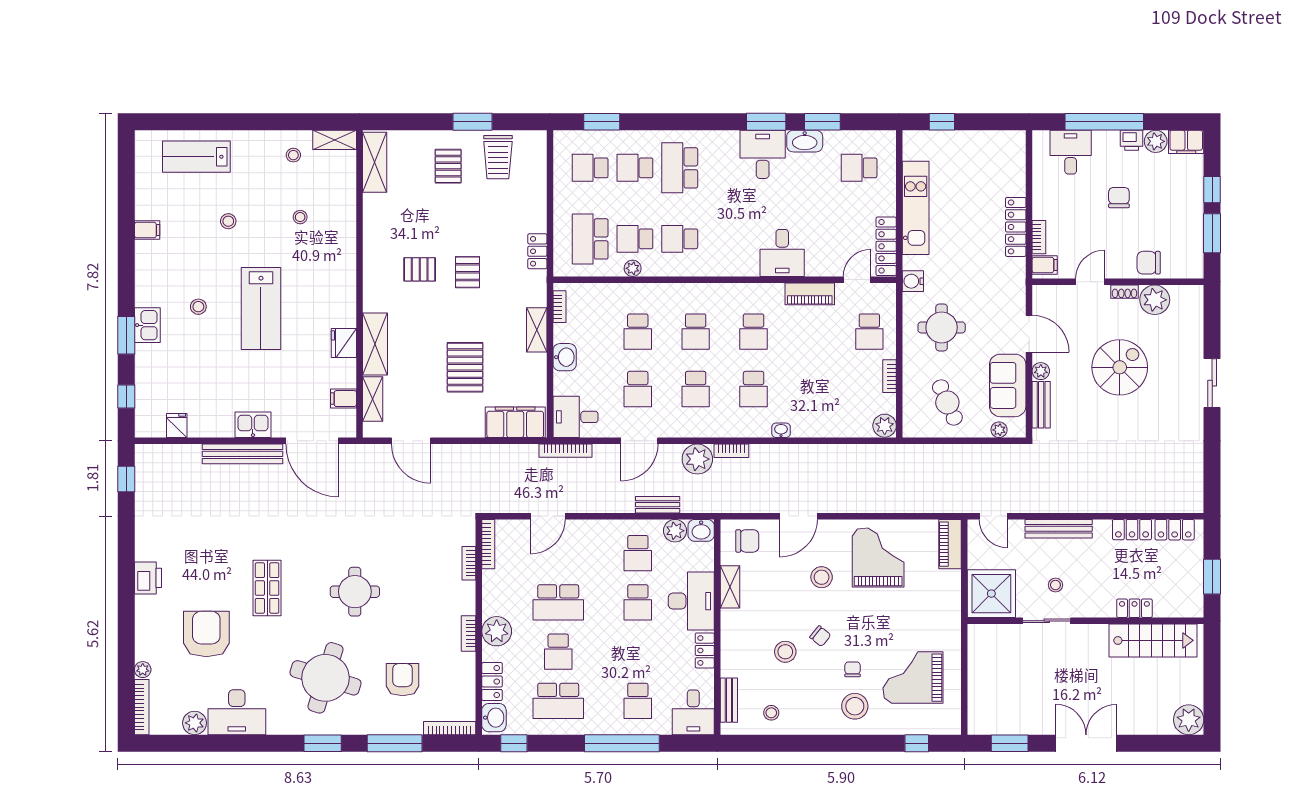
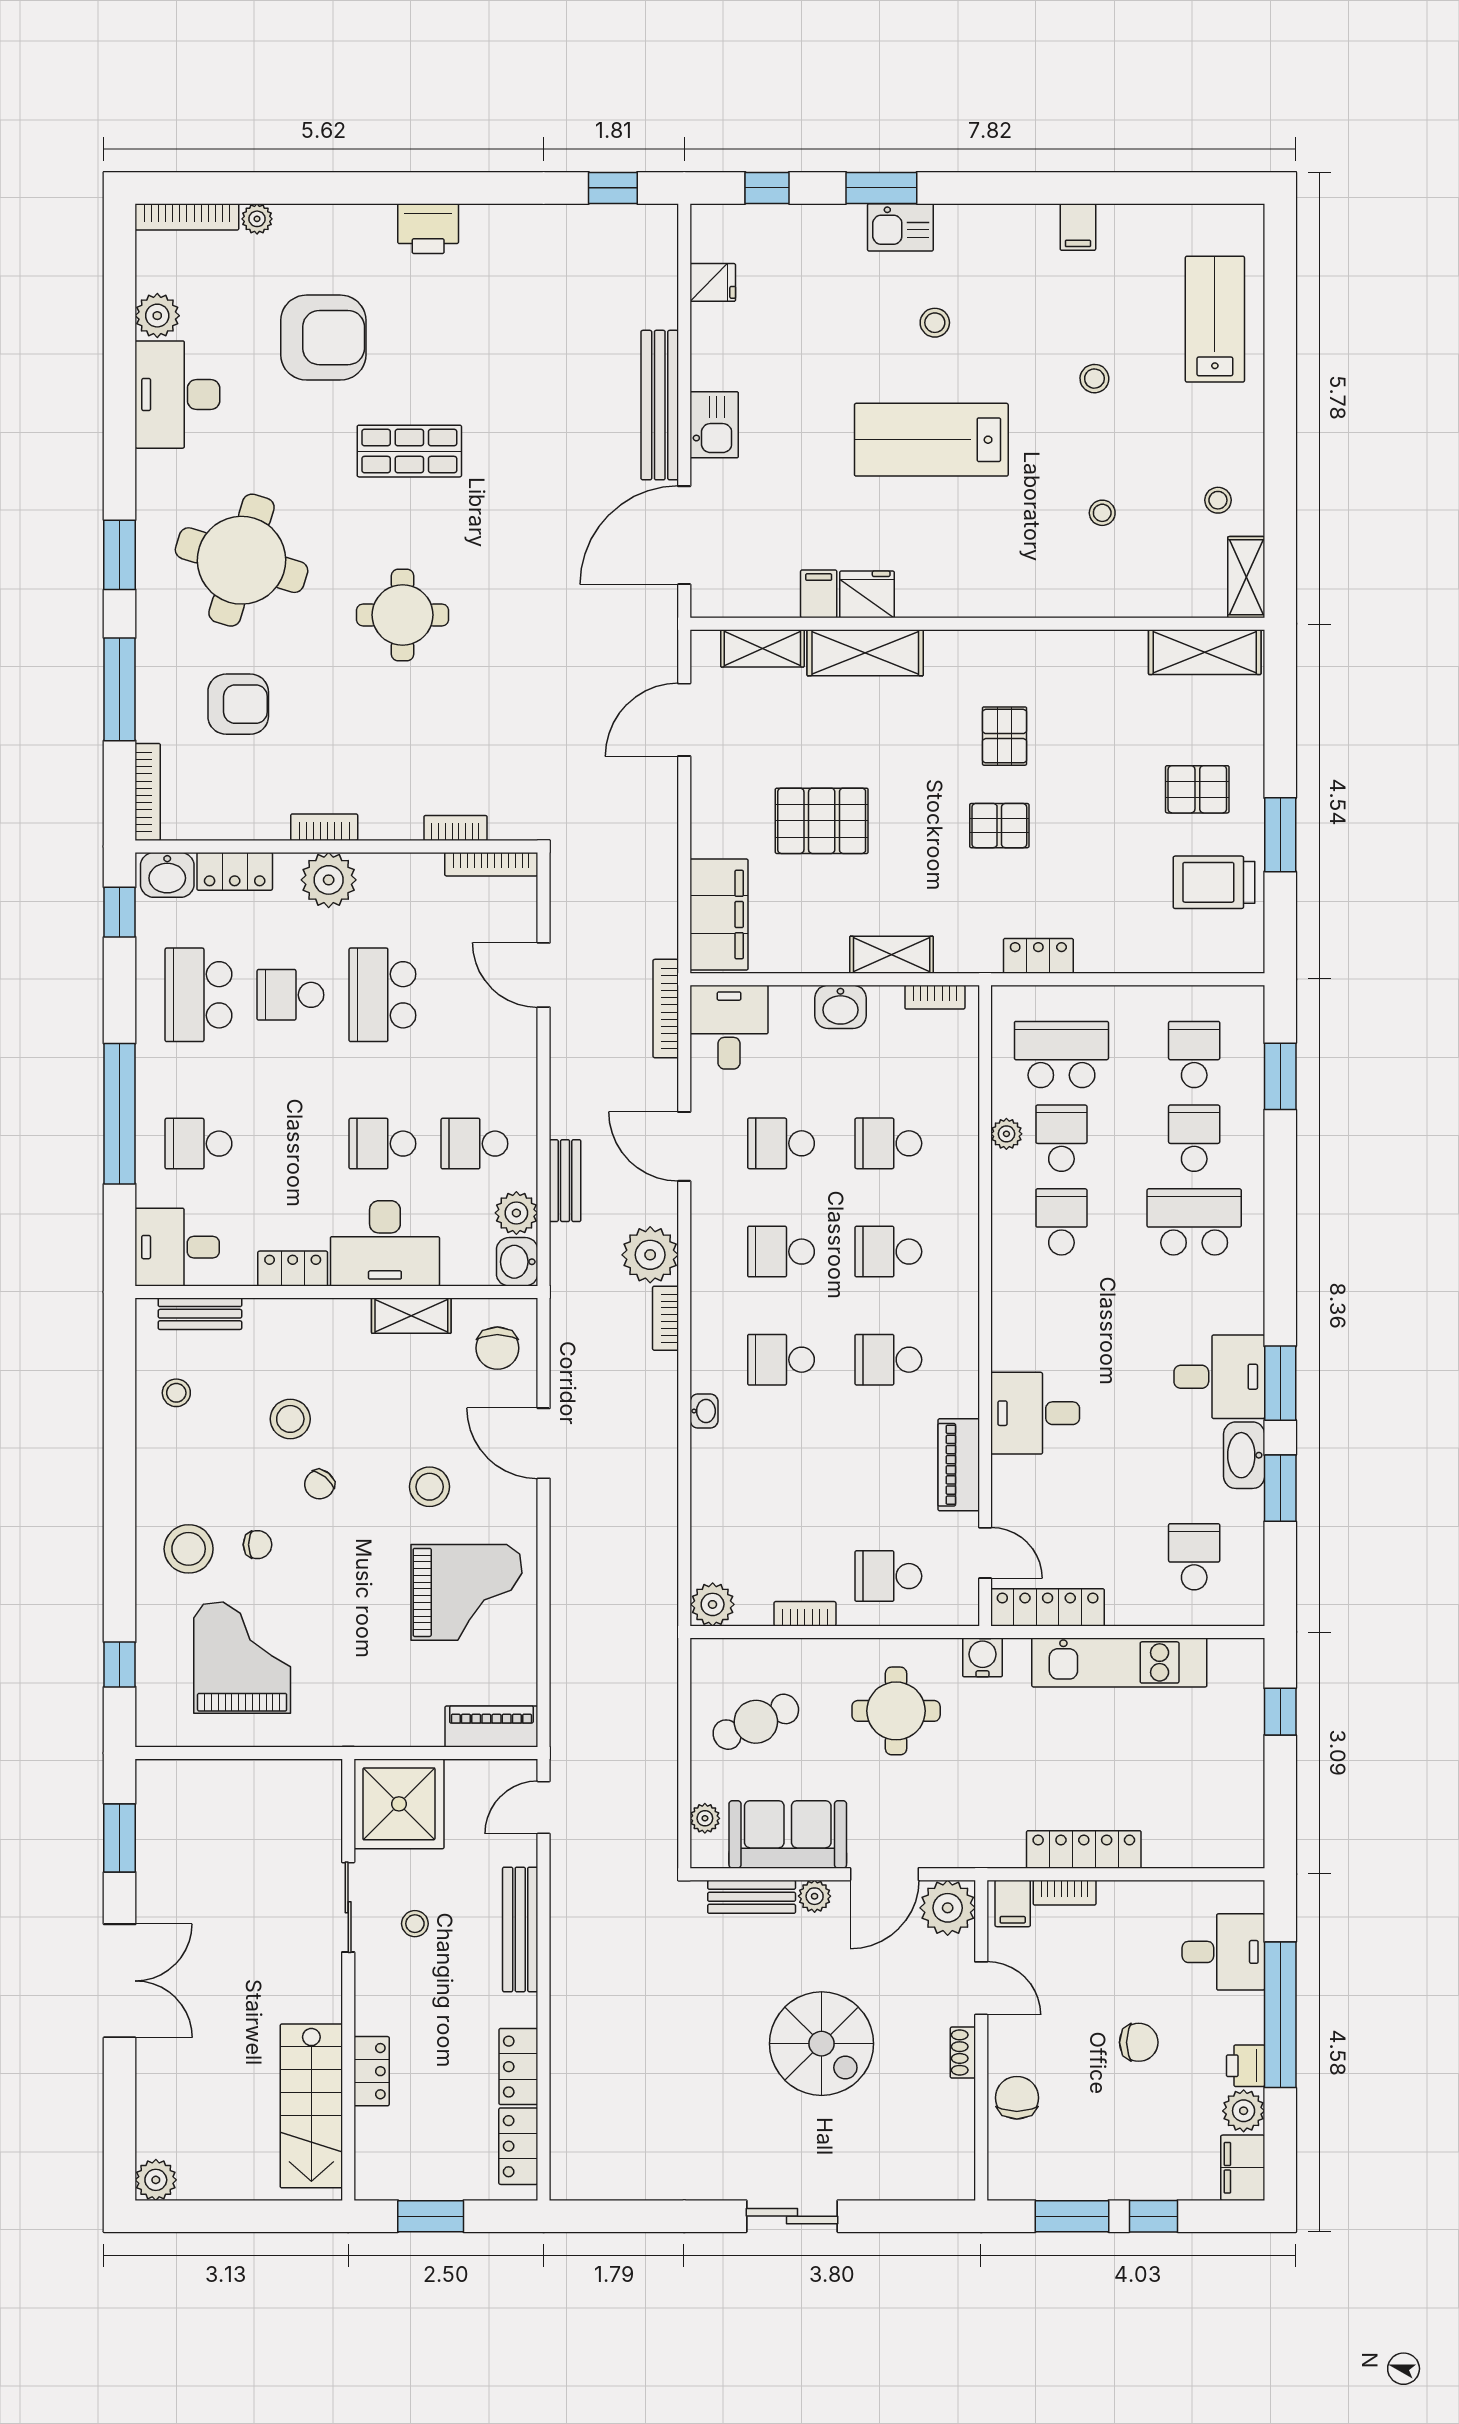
plant: (1155, 300) -> (948, 1908), moved
filing cabinet: (344, 399) -> (819, 594), moved
plant: (1189, 720) -> (156, 2180), width x0.73, depth x0.73

